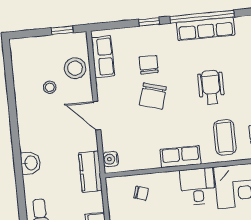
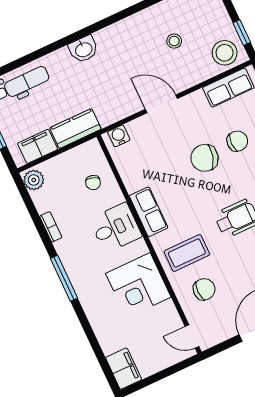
stool: (75, 68) -> (225, 53), moved
door: (97, 116) -> (161, 104), hinge flipped
kitchen counter: (90, 172) -> (75, 129), moved
desk: (198, 186) -> (116, 228), moved

